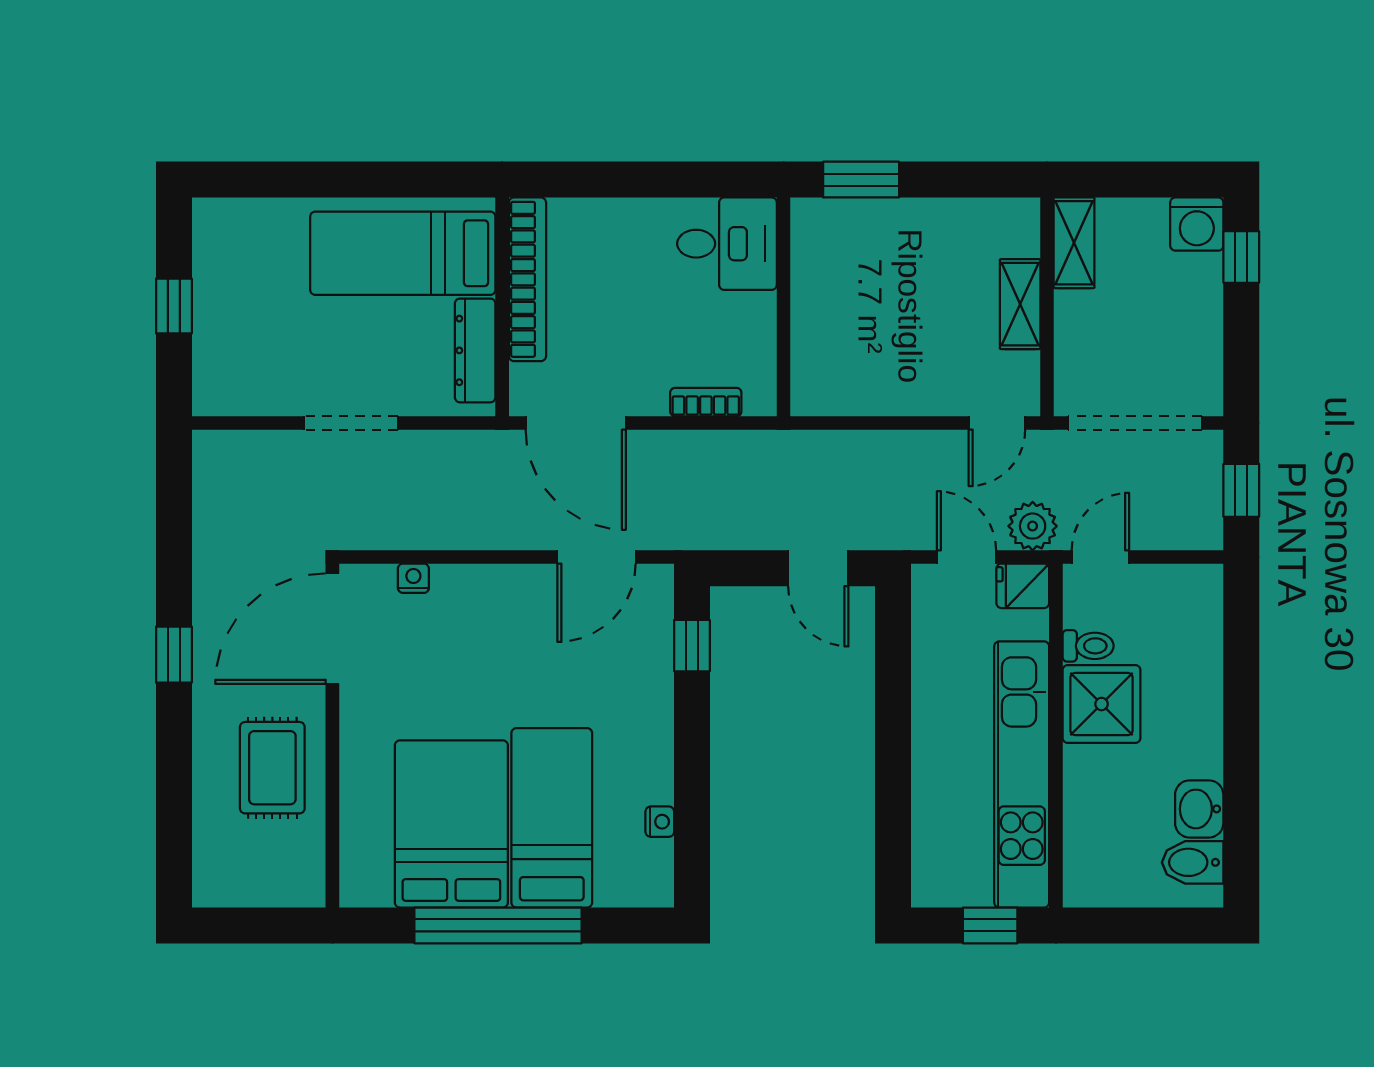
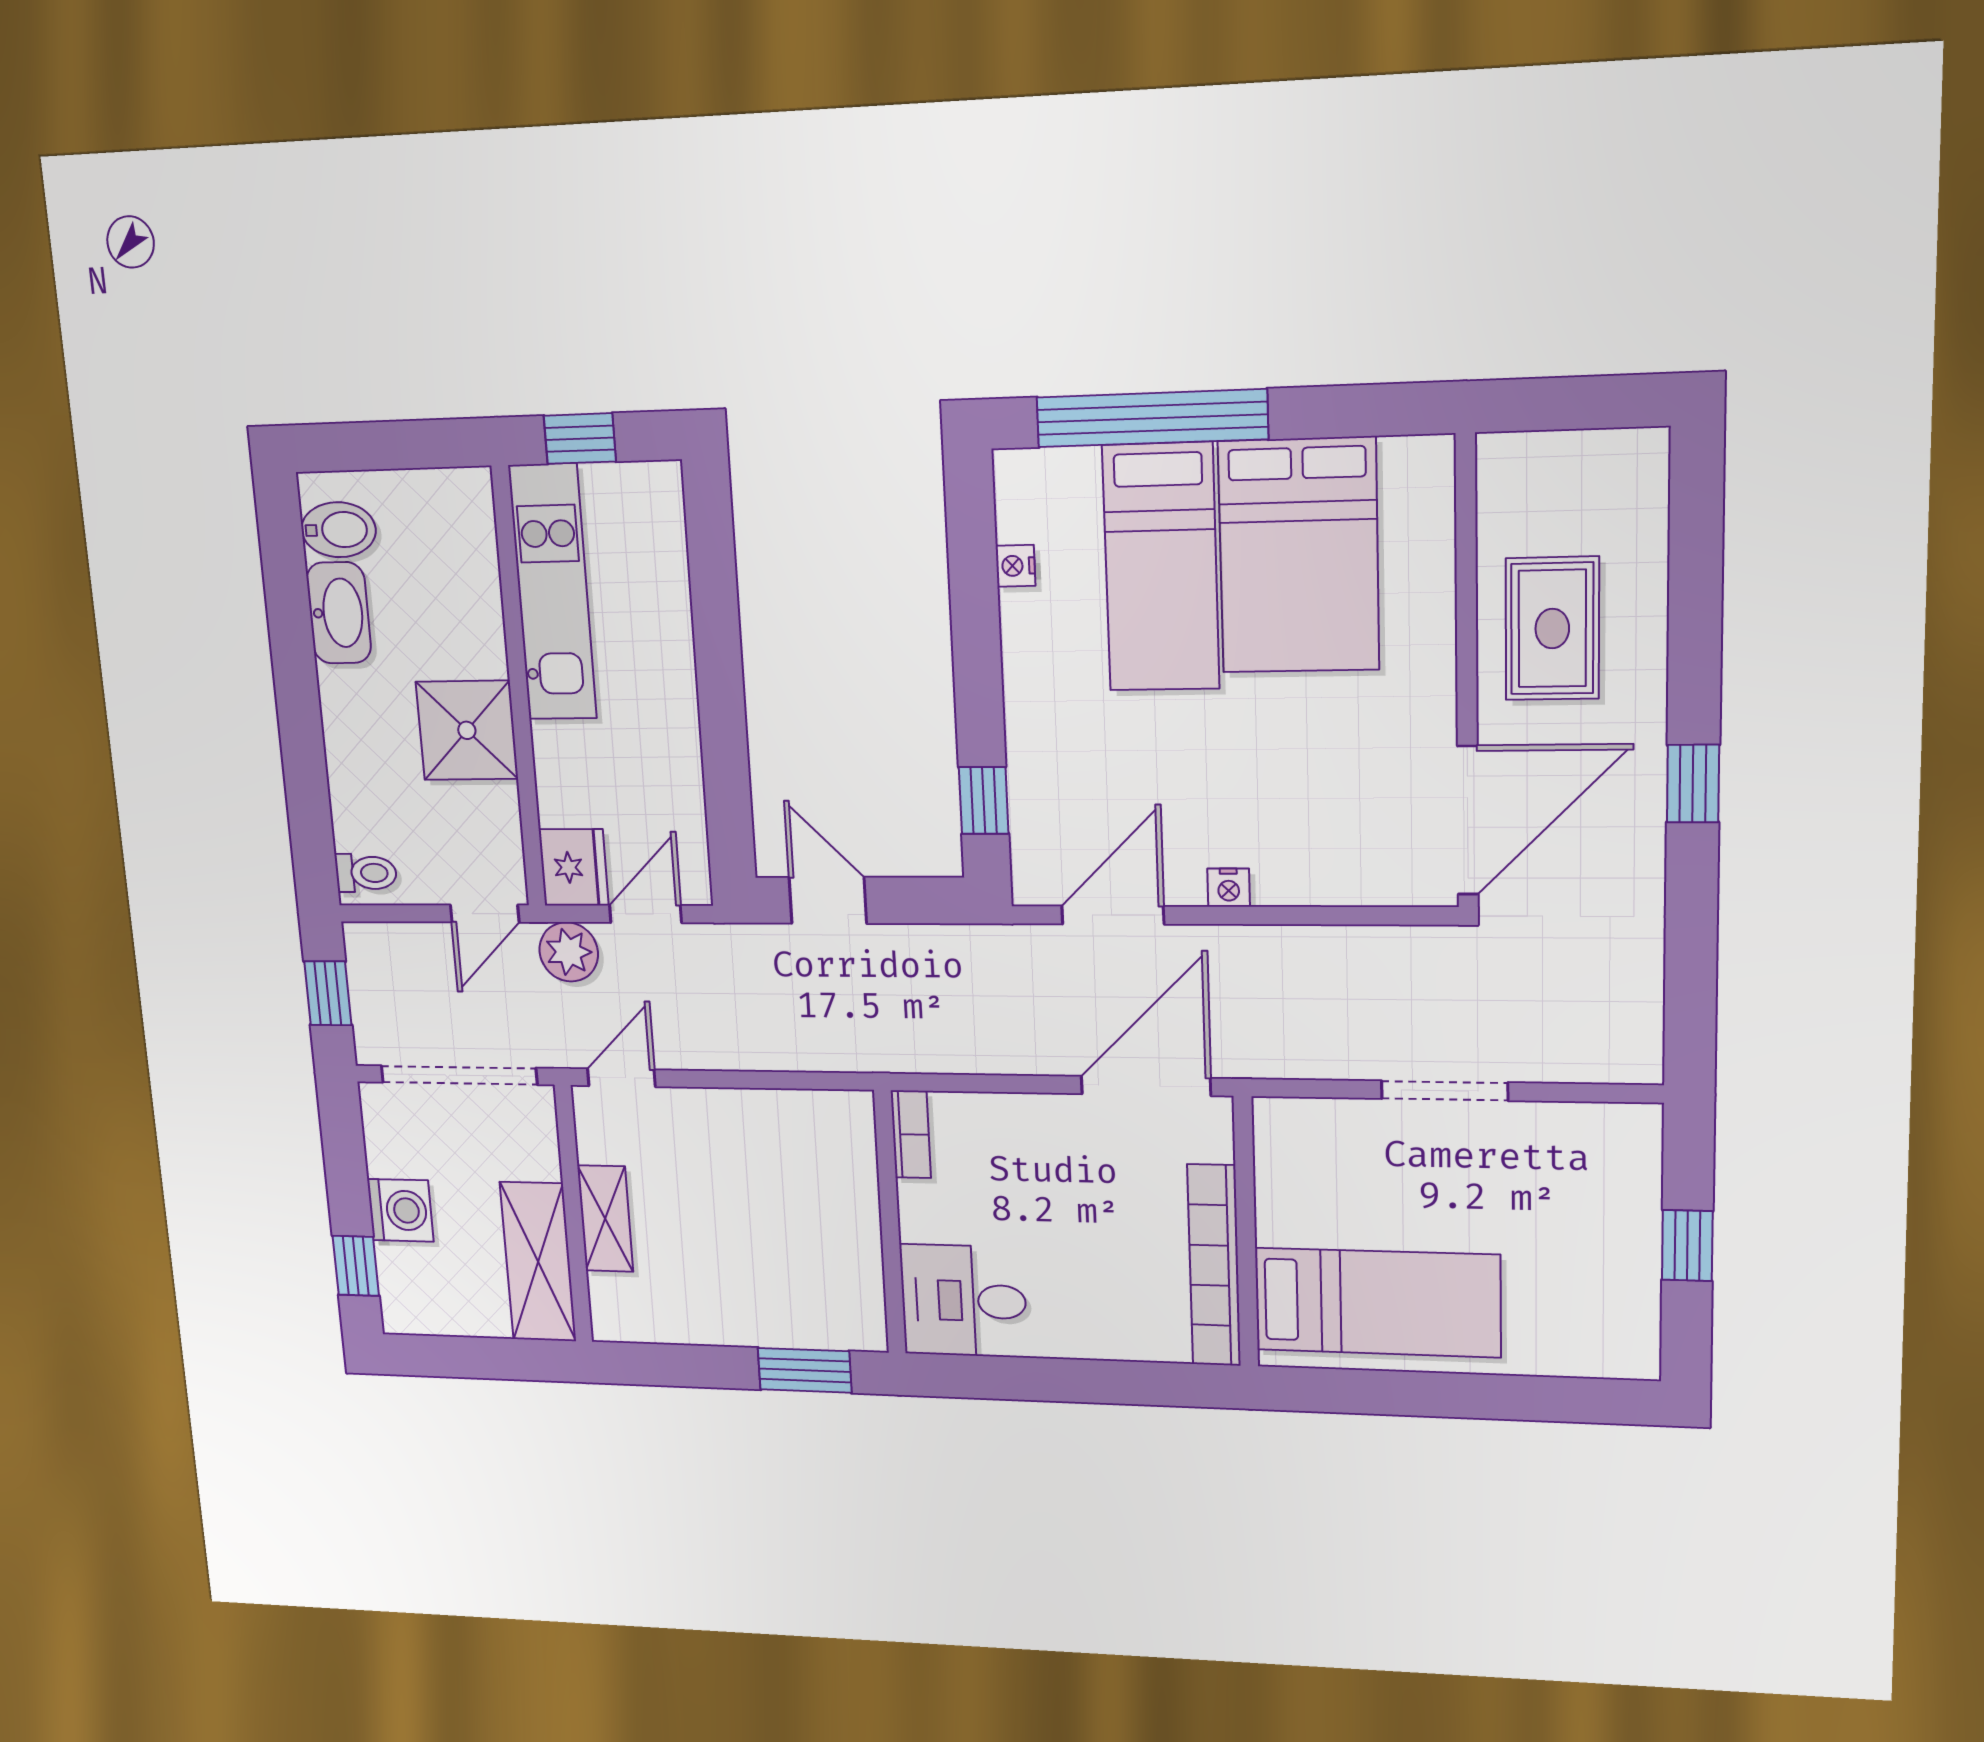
washing machine: (1197, 224) -> (400, 1210), moved, turned 90
shelving: (1074, 243) -> (538, 1262), width x1.50, depth x1.33
dresser: (475, 350) -> (1280, 1179), removed
bookcase: (706, 402) -> (911, 1134), moved, turned -90
door: (576, 423) -> (1146, 1086), hinge flipped
door: (966, 557) -> (646, 914), swing flipped
nightstand: (413, 578) -> (1229, 888), moved
fridge: (1023, 586) -> (574, 867), width x1.38
toilet: (1088, 646) -> (366, 873), moved, turned 180
kitchen unit: (1022, 774) -> (553, 592), width x0.73
washbasin: (1199, 809) -> (339, 613), width x1.38
window: (498, 925) -> (1152, 418), moved

